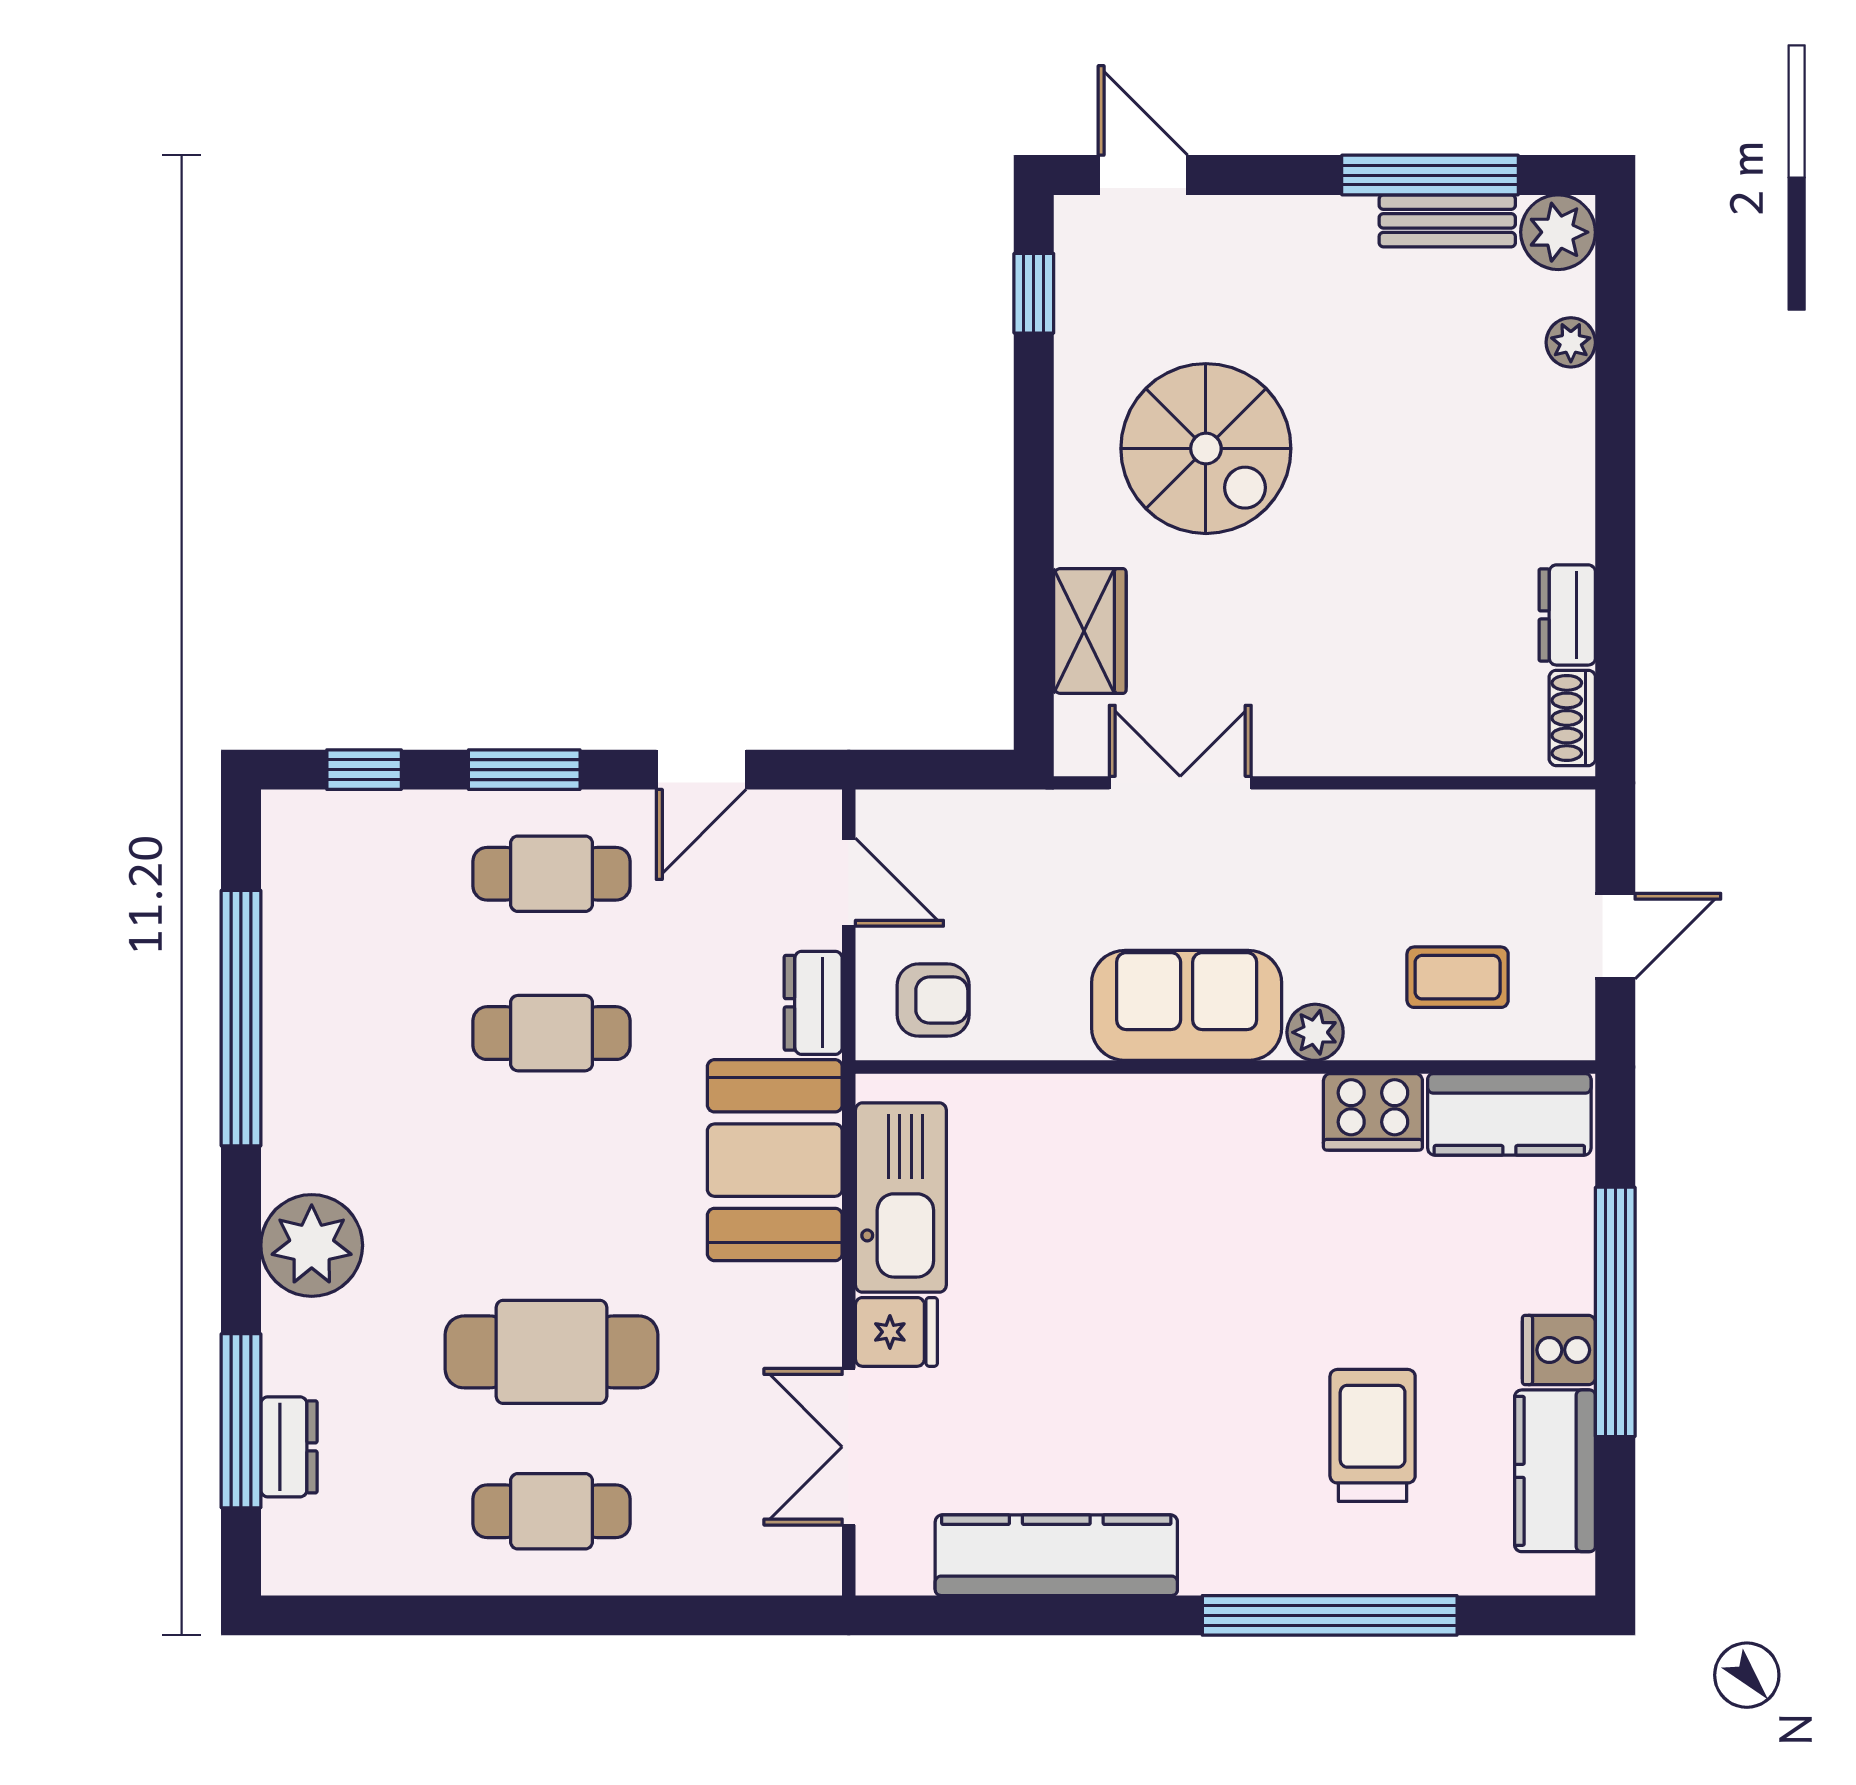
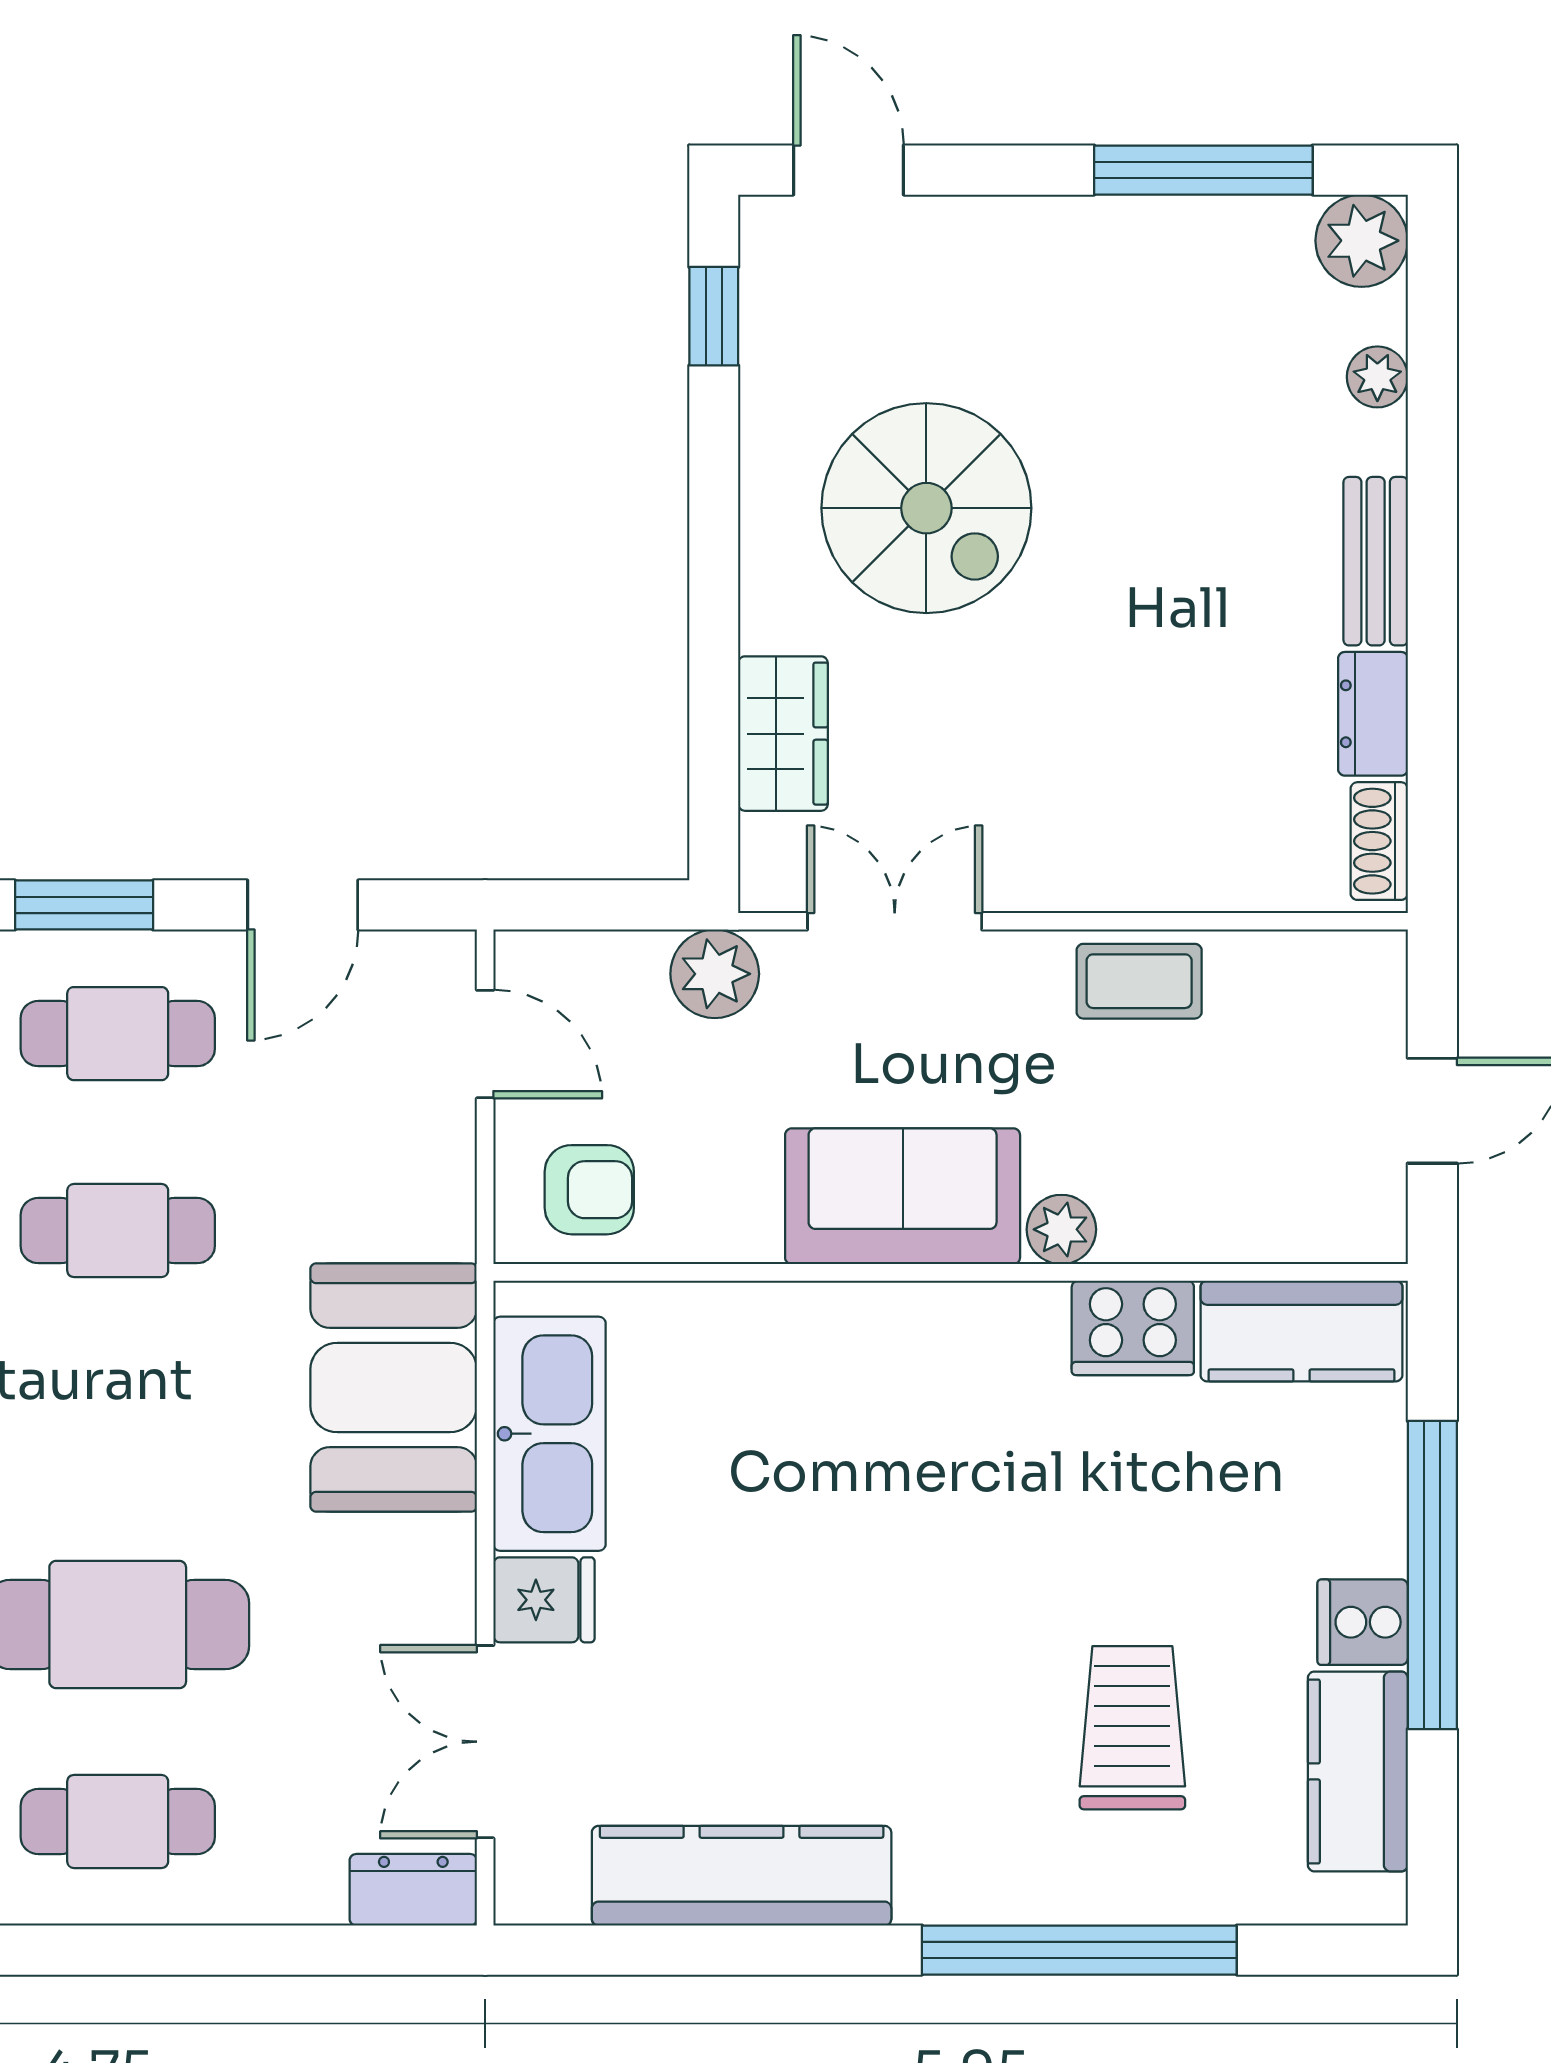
bench: (1447, 221) -> (1376, 561), moved, turned 90
plant: (1035, 825) -> (715, 974), added
coffee table: (1458, 977) -> (1139, 981), moved
dresser: (813, 1003) -> (413, 1890), moved, turned 90

